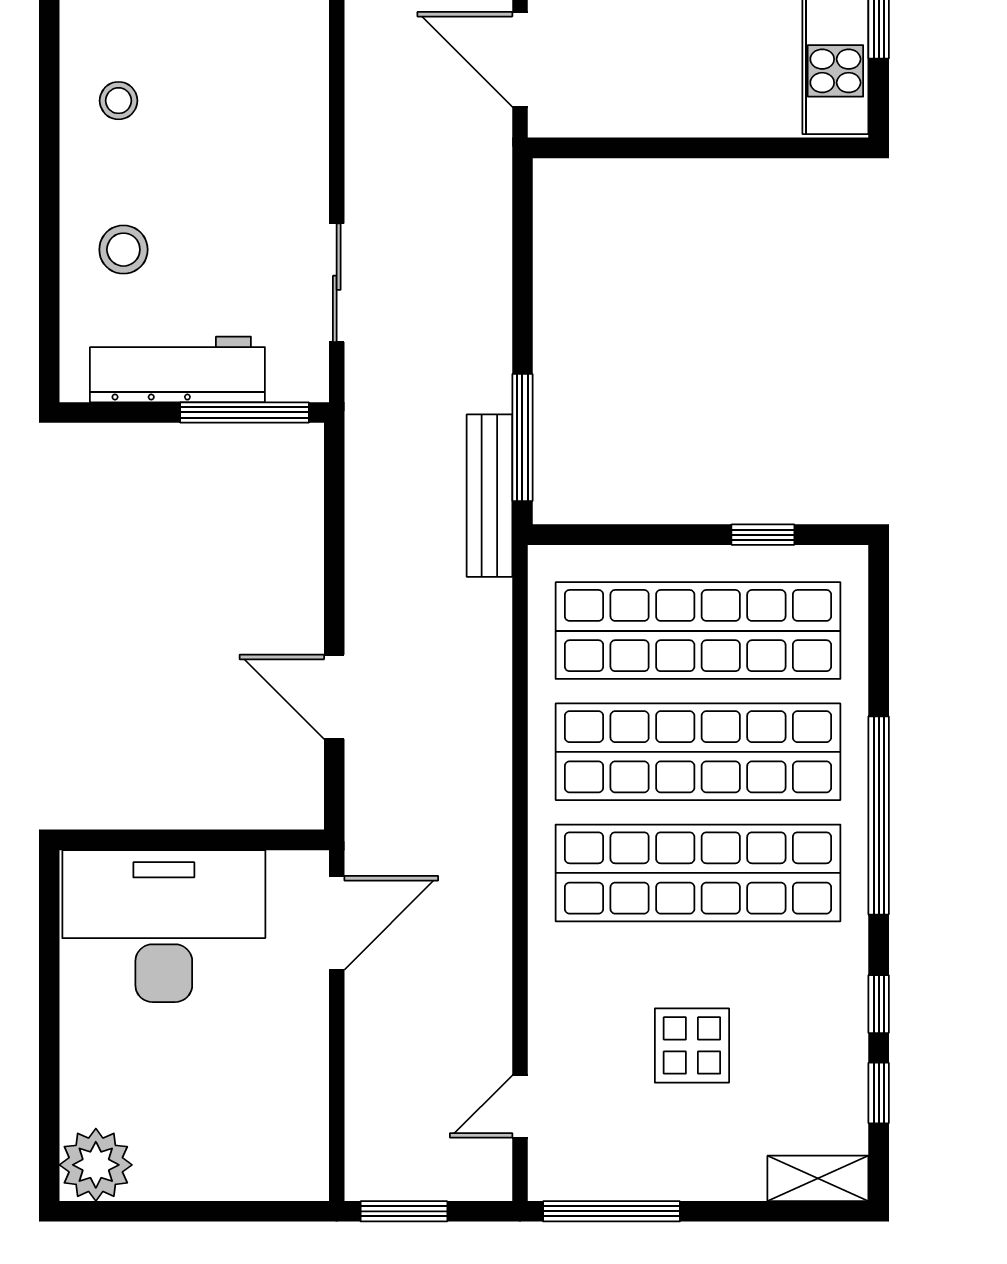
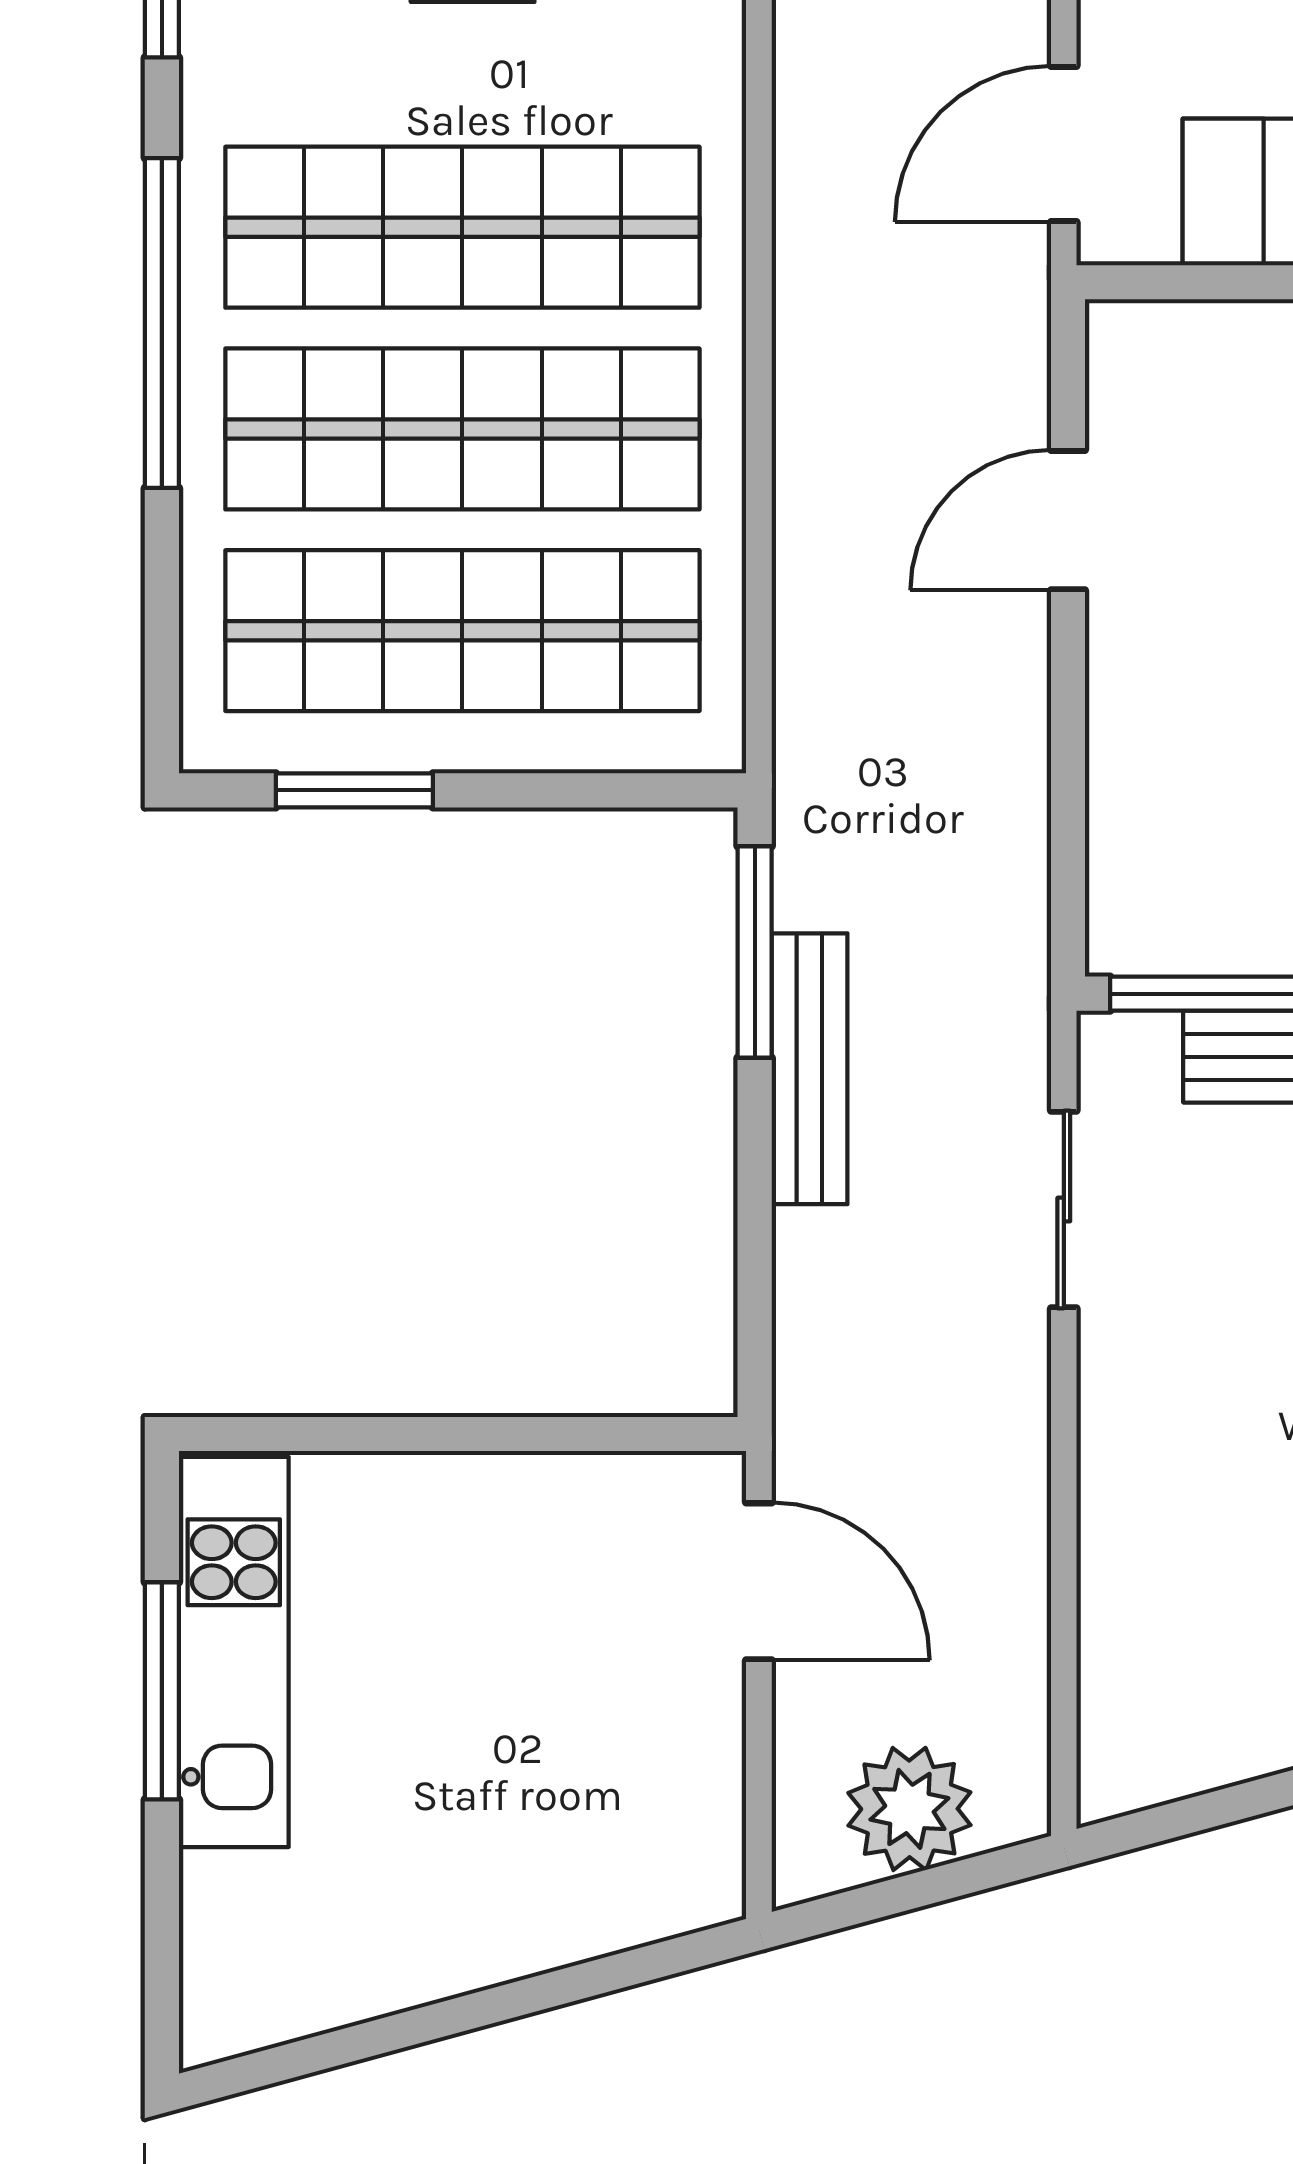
bench: (489, 496) -> (810, 1069), moved
window: (763, 535) -> (354, 790), width x1.50
door: (334, 697) -> (1068, 520), swing flipped

